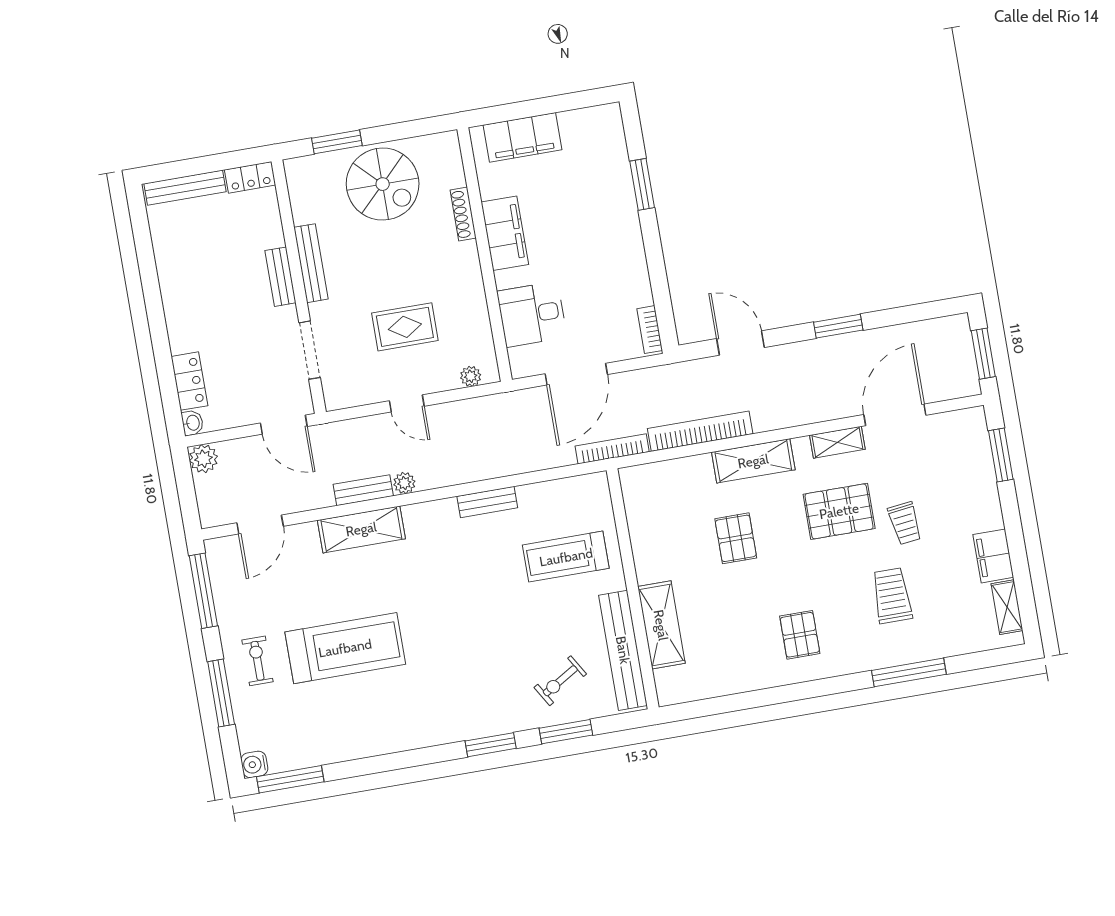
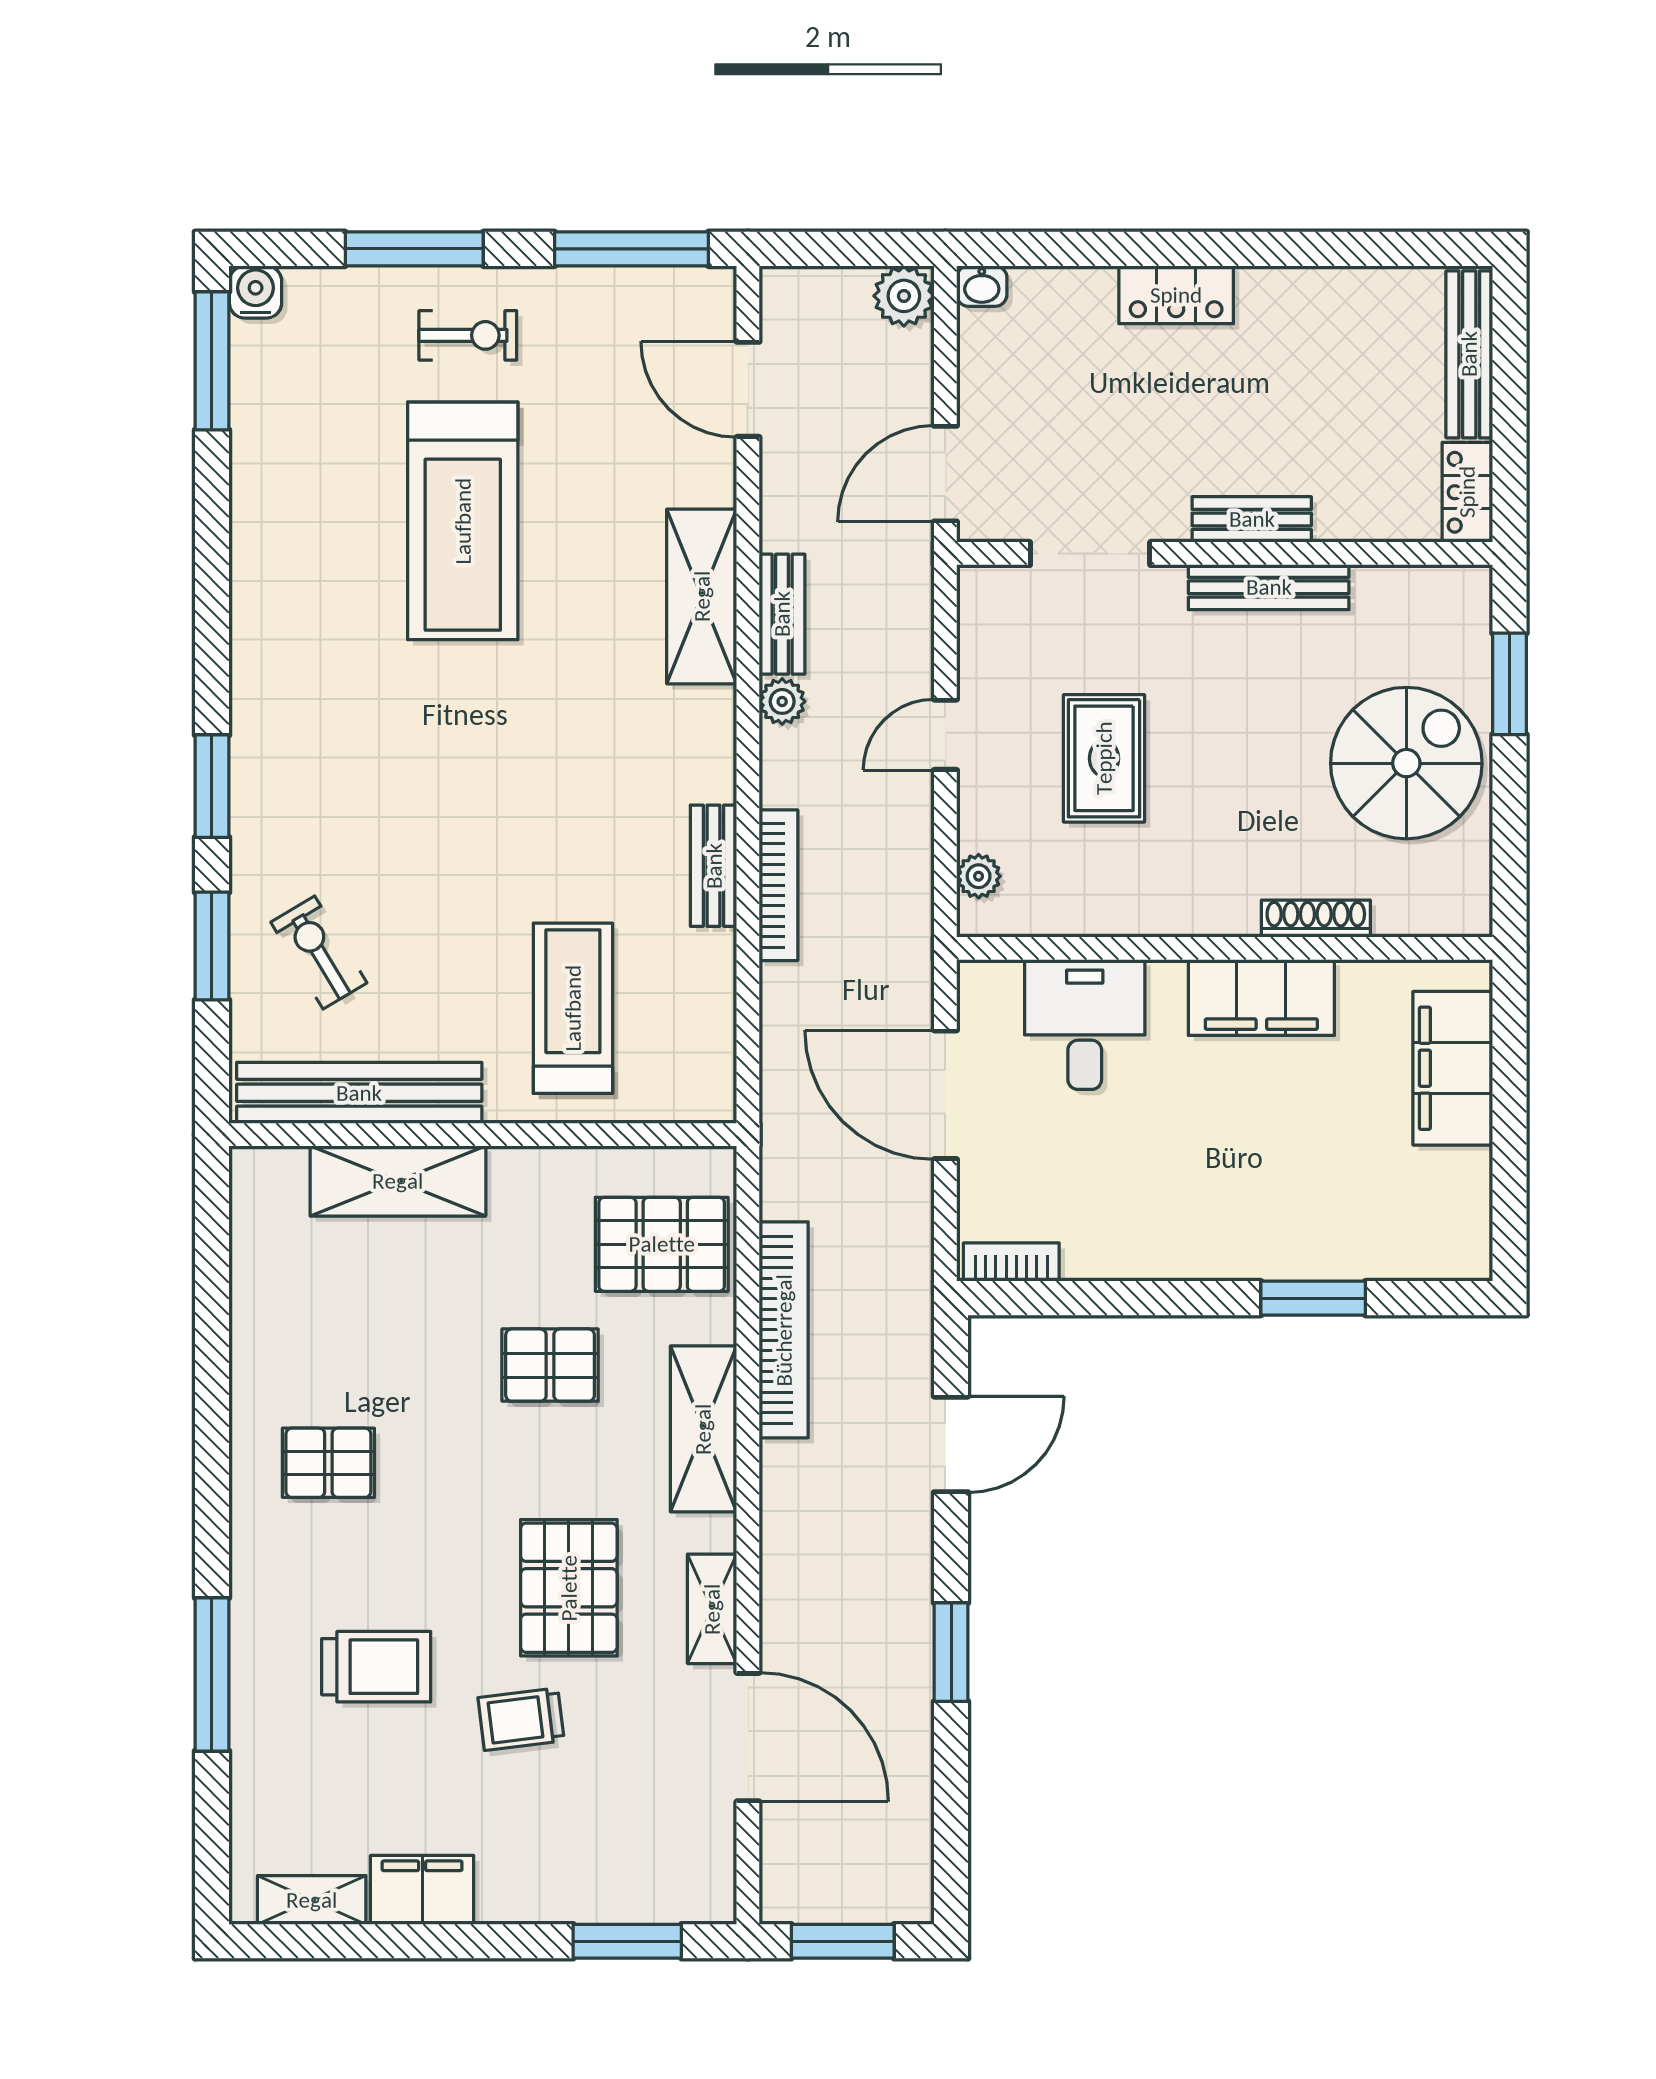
spiral stairs: (383, 184) -> (1406, 763), turned 180
locker: (189, 381) -> (1176, 295), moved
bookcase: (612, 449) -> (778, 885), moved
pallet: (670, 496) -> (662, 1244), added

